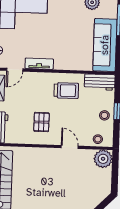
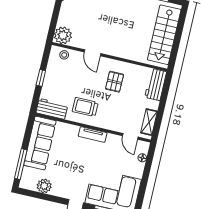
tv unit: (39, 64) -> (93, 134), moved
door: (15, 70) -> (130, 136), swing flipped
stool: (104, 115) -> (54, 76), removed

